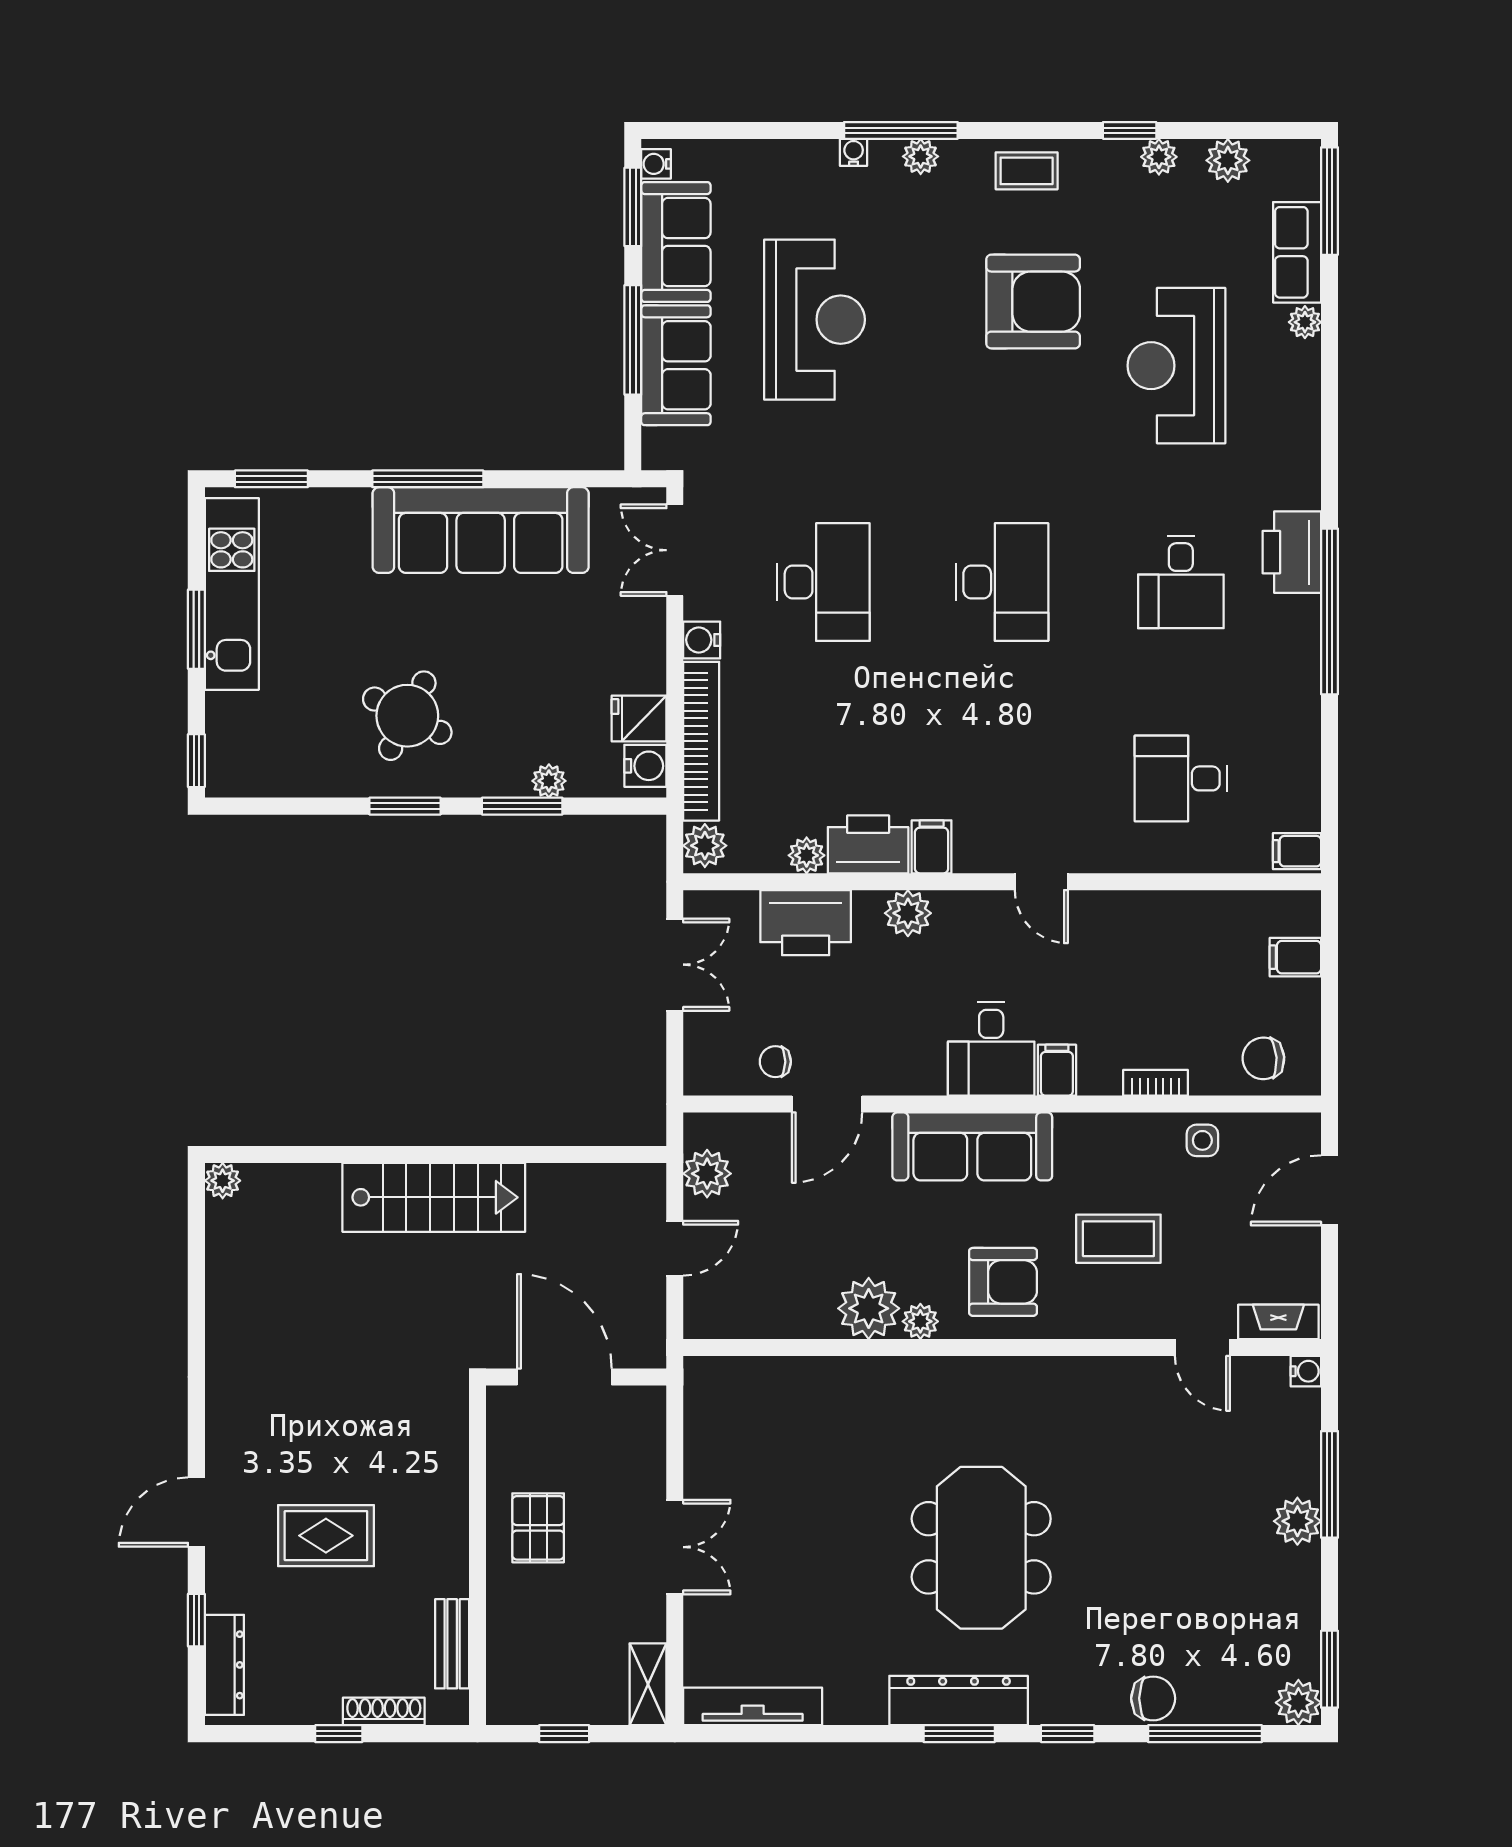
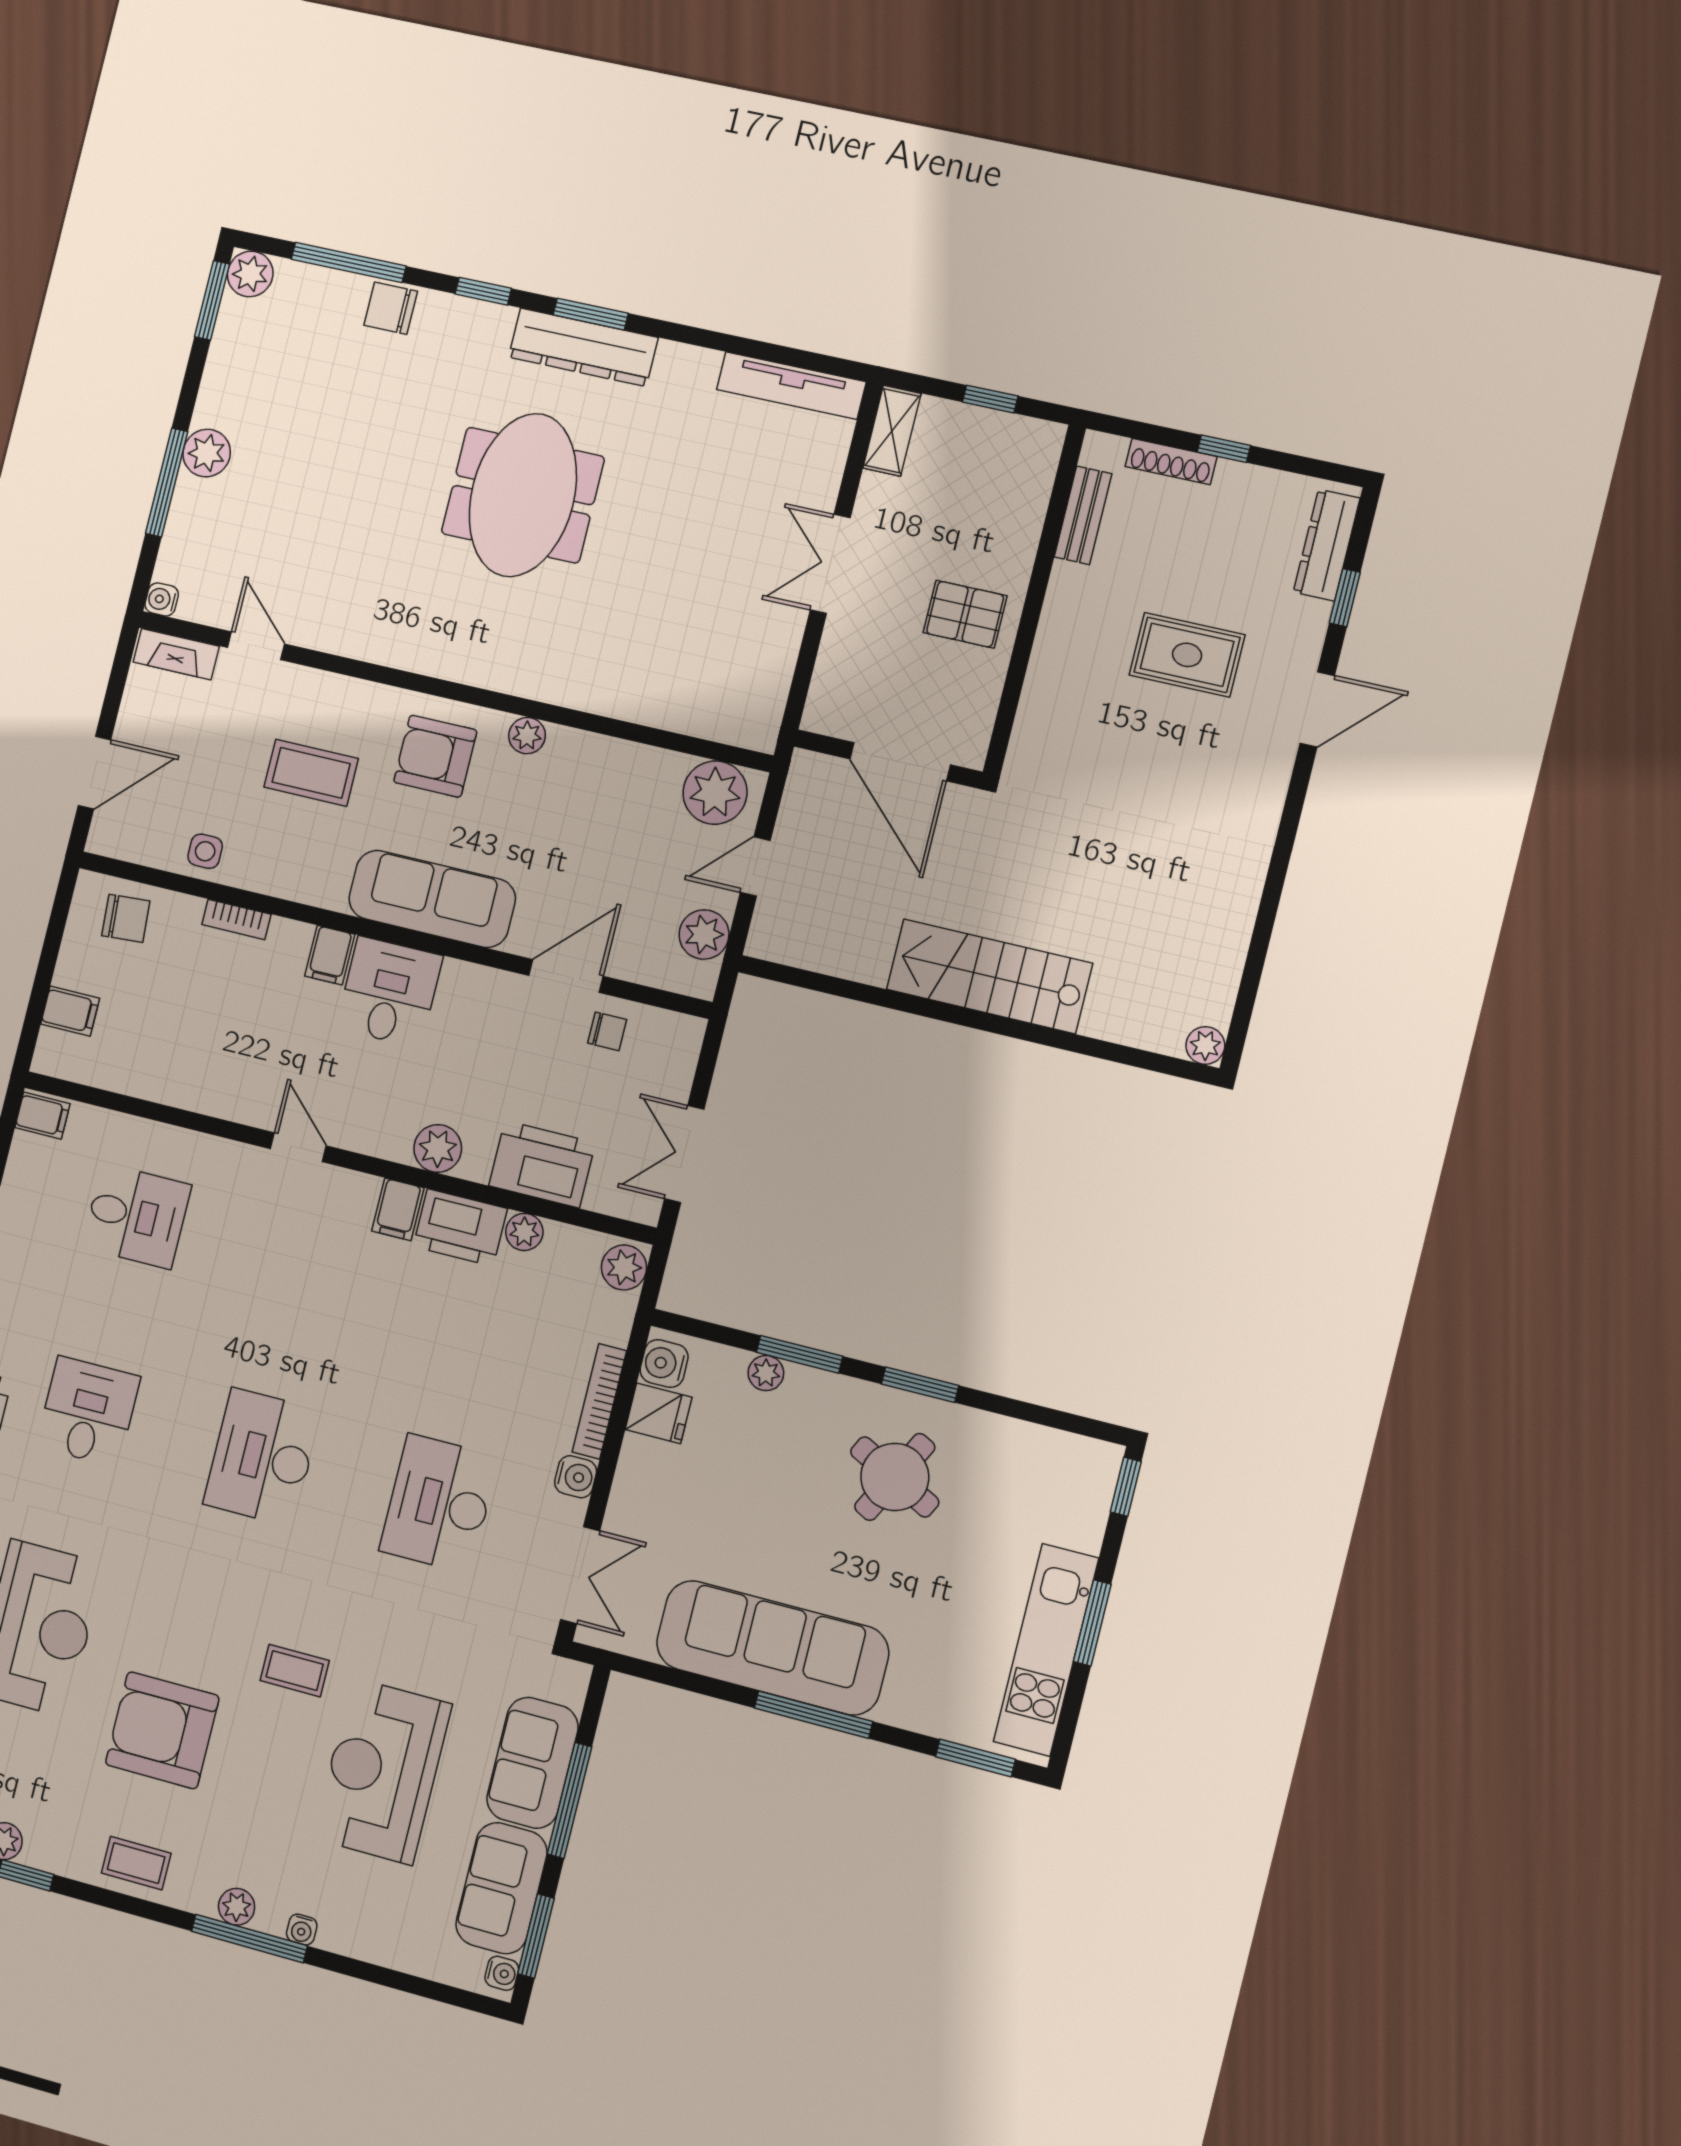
coffee table: (921, 391) -> (295, 1671), added
bookcase: (701, 741) -> (599, 1401), width x0.68, depth x0.76
plant: (869, 1308) -> (715, 793), moved
pallet: (538, 1528) -> (965, 614), turned 90

